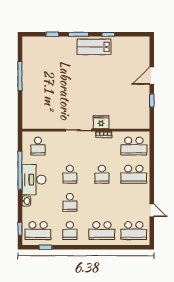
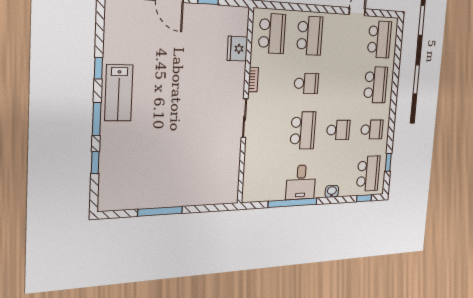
fridge: (101, 122) -> (237, 49), moved
school desk: (38, 146) -> (263, 178), removed
school desk: (70, 174) -> (303, 130), width x1.85
desk: (34, 180) -> (301, 182), width x0.73

